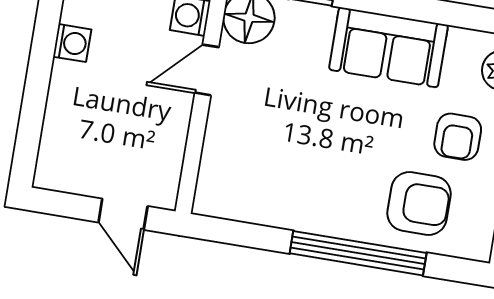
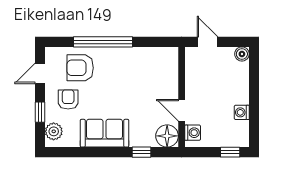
door: (207, 70) -> (182, 110), swing flipped
boiler: (50, 174) -> (242, 54), added

